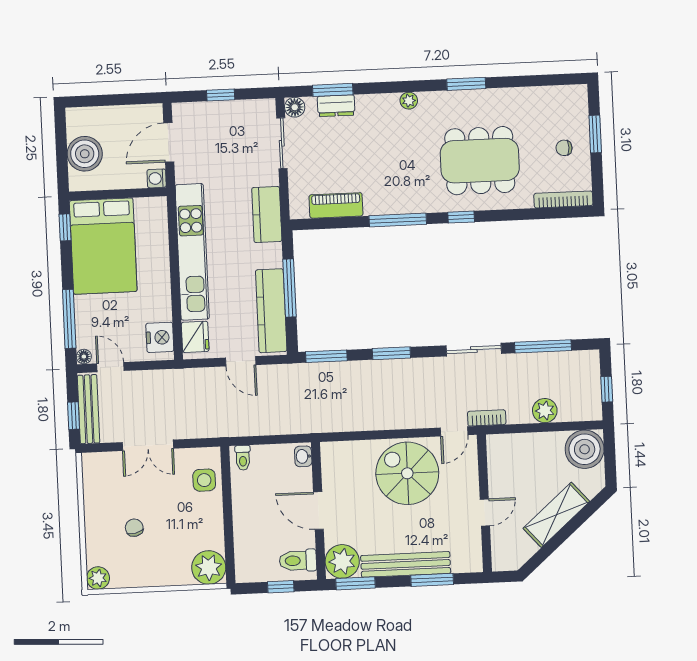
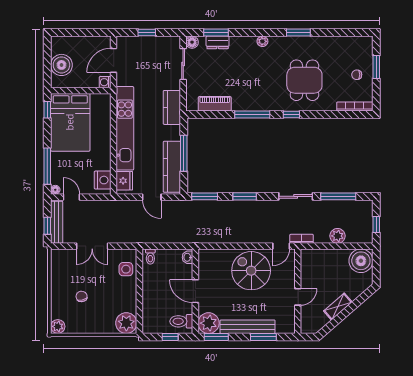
dining table: (480, 161) -> (304, 80), width x0.73
shelving: (556, 515) -> (338, 306), width x0.67, depth x0.75

